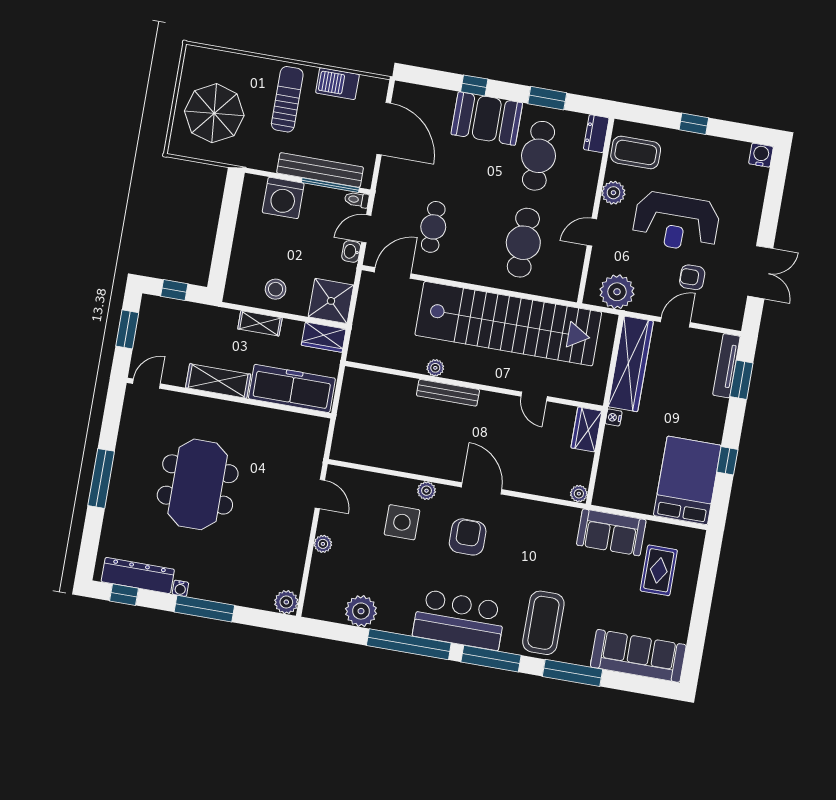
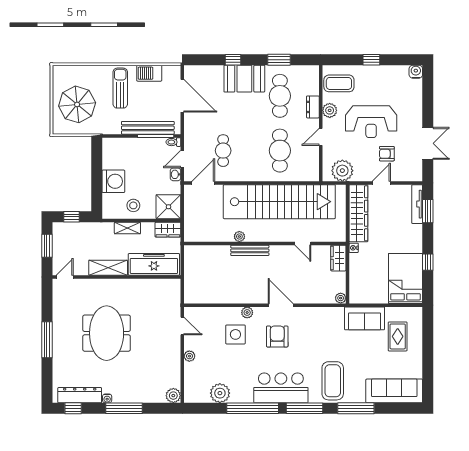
dresser: (596, 134) -> (313, 107), moved
washing machine: (283, 198) -> (113, 181), moved, turned -90

